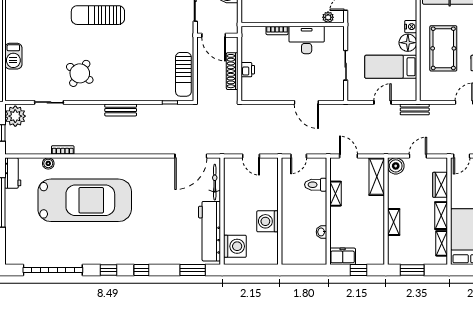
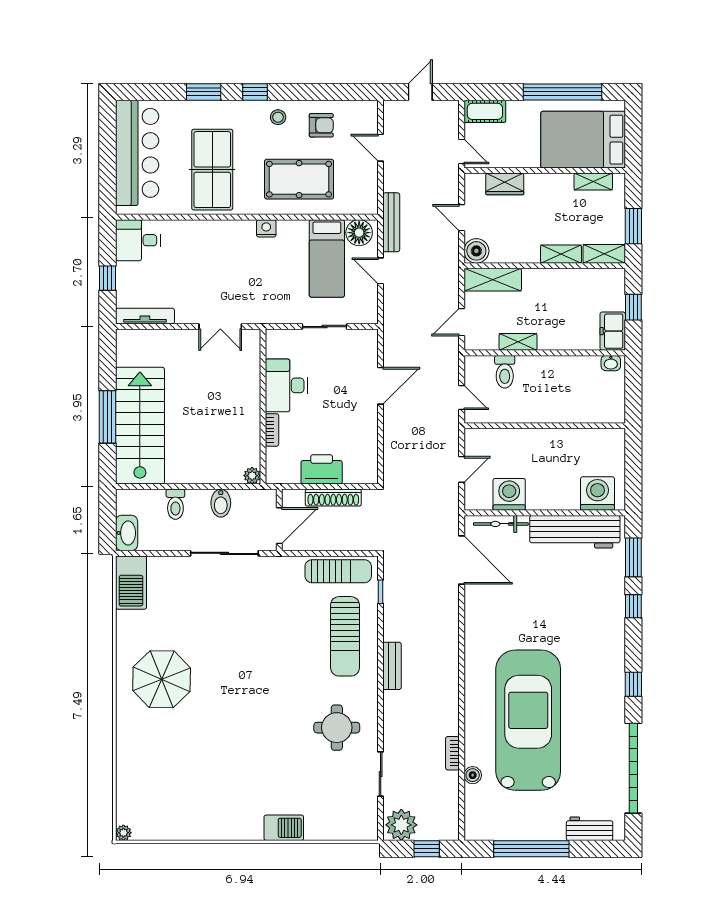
sun lounger: (98, 15) -> (345, 636), moved
plant: (328, 17) -> (252, 476), moved
floor lamp: (408, 43) -> (359, 233), moved
barbecue: (13, 56) -> (284, 828), moved
printer: (248, 70) -> (322, 469), width x1.87, depth x1.48
round table: (80, 73) -> (337, 728), turned -34
bench: (415, 109) -> (391, 222), width x1.36
workbench: (13, 173) -> (590, 829), moved
shelving: (441, 216) -> (604, 254), moved
washing machine: (268, 221) -> (509, 494), moved, turned 180
washbasin: (321, 232) -> (611, 363), moved
window: (141, 270) -> (633, 606), moved

